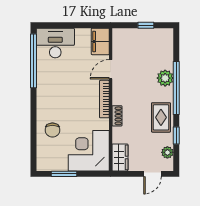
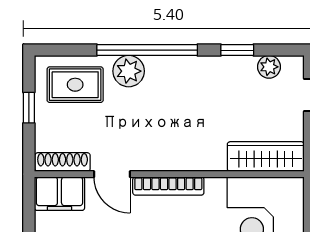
shoe rack: (117, 116) -> (63, 162), moved, width x1.43
rug: (161, 117) -> (75, 85), moved
wardrobe: (120, 157) -> (266, 157), width x1.50

